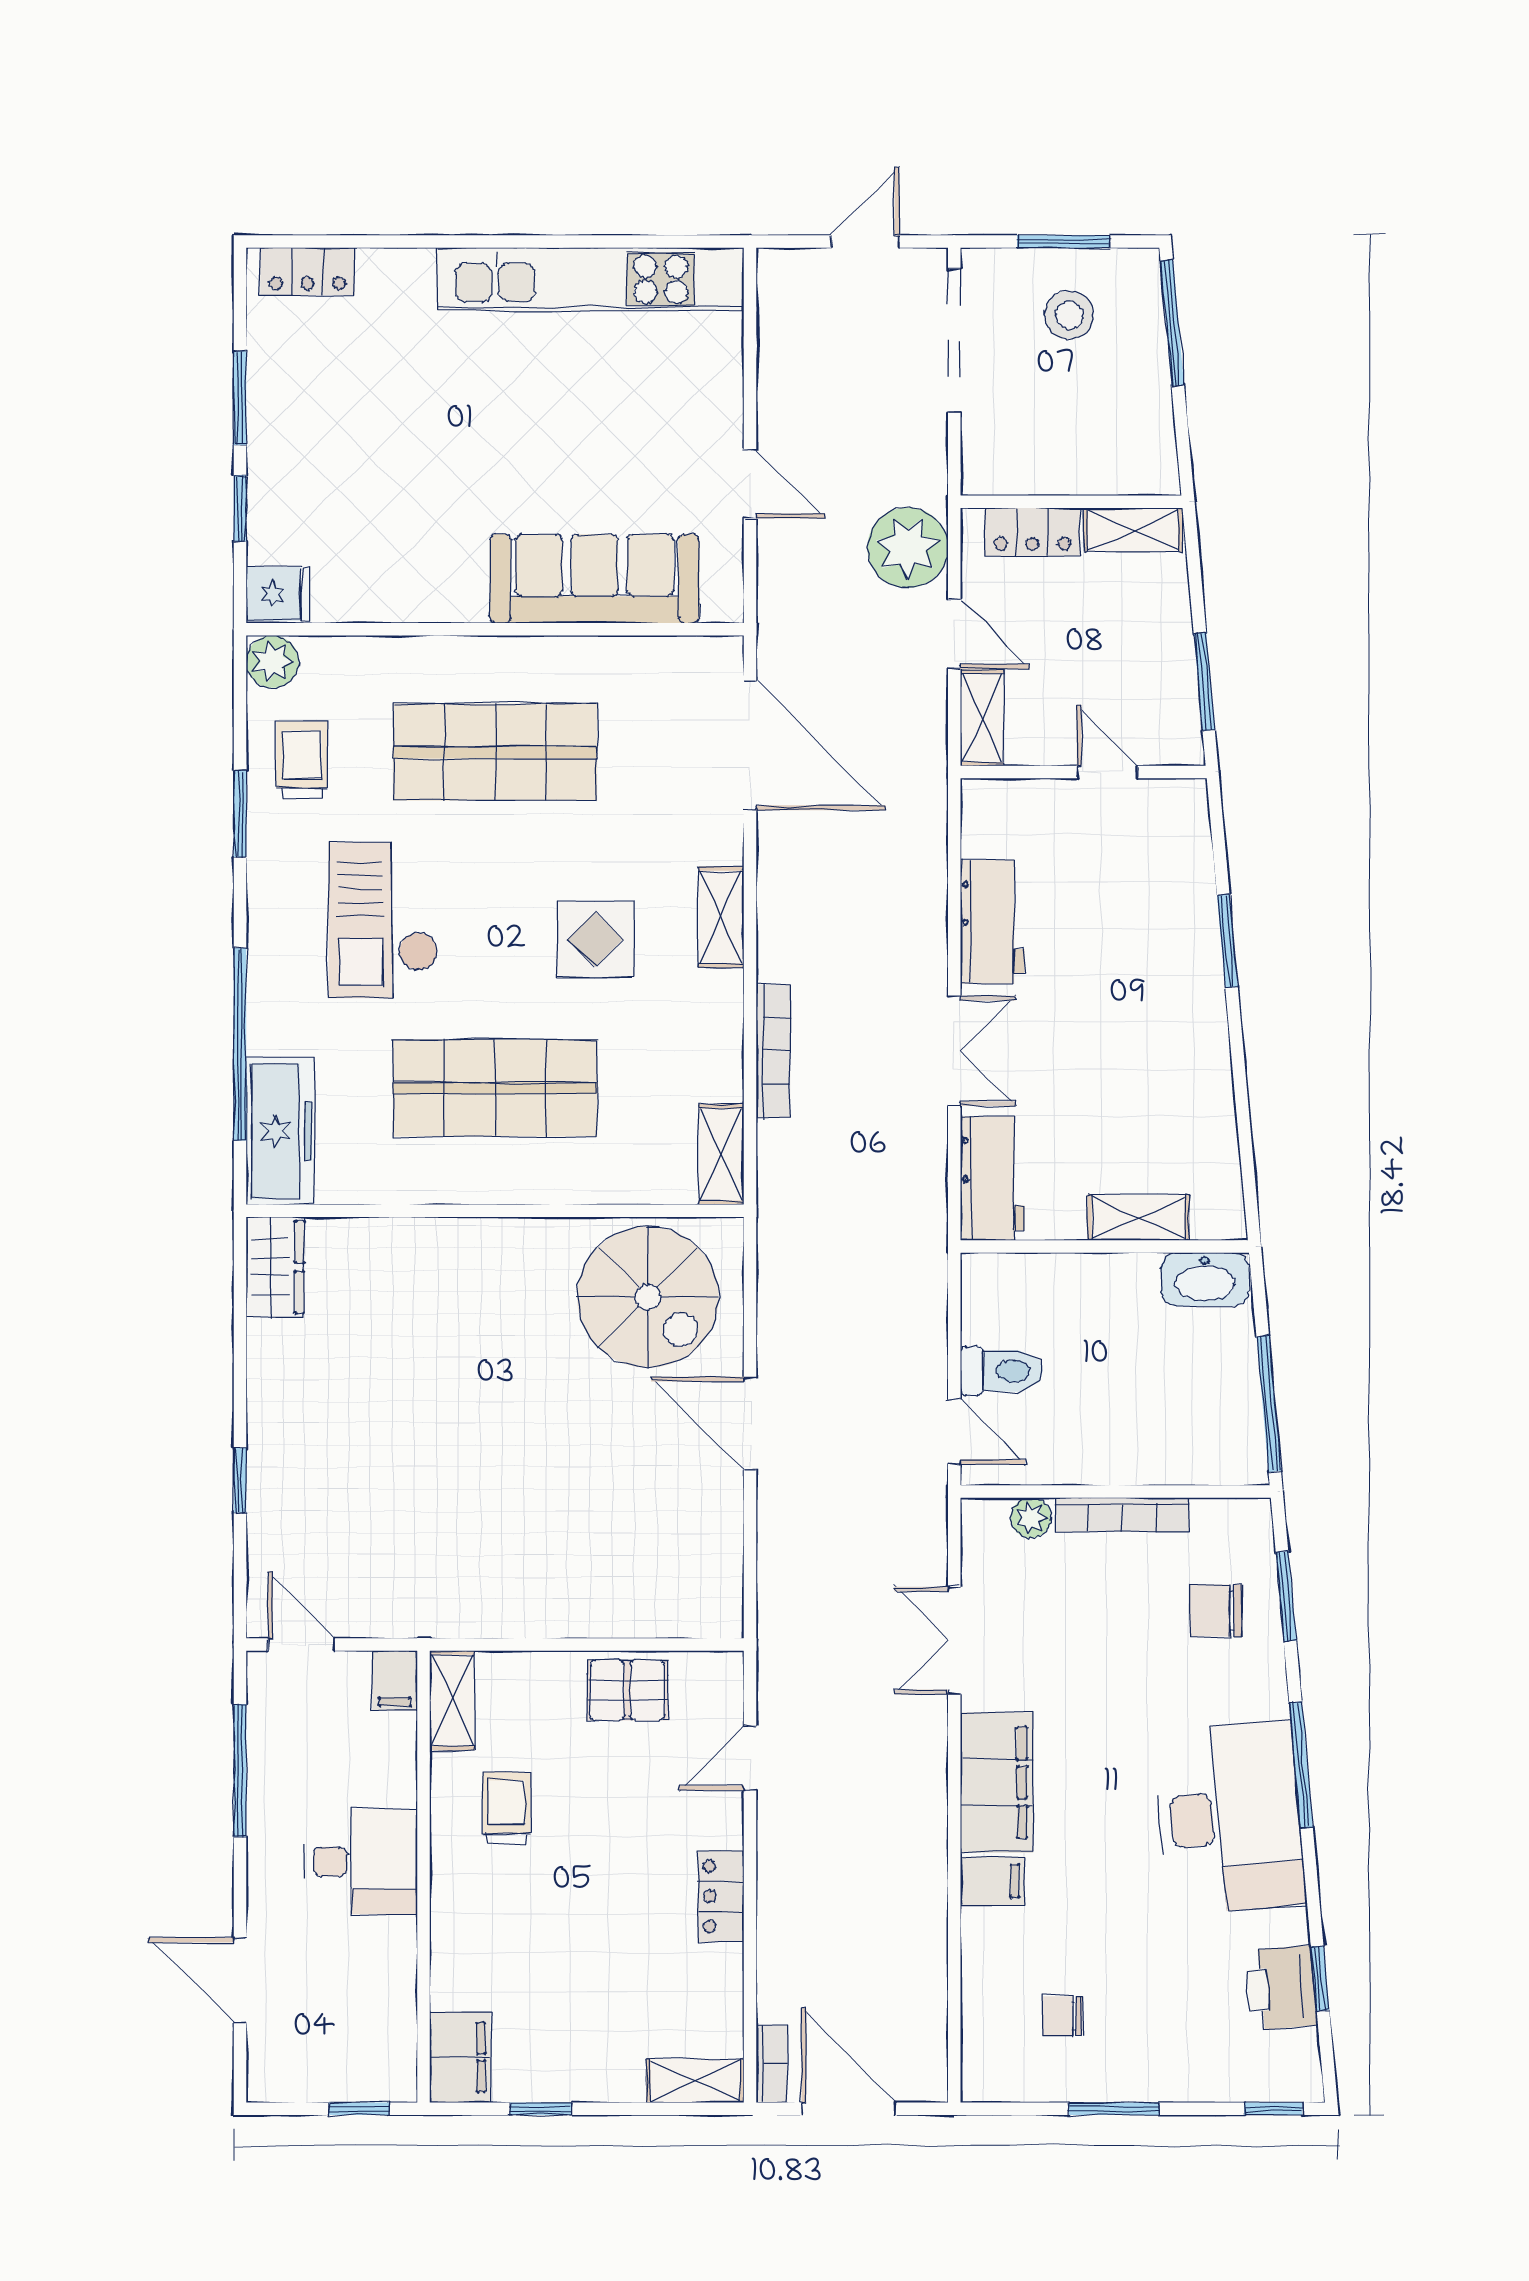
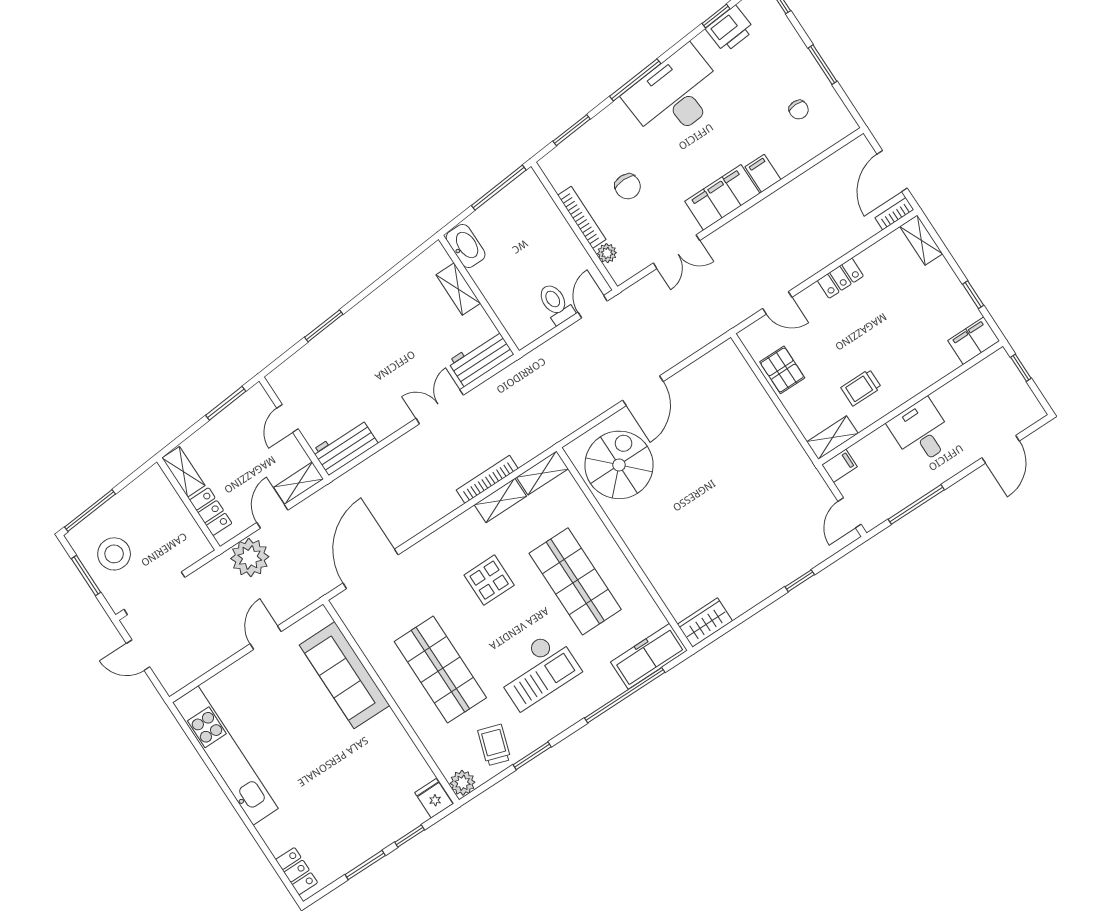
stool: (1069, 315) -> (114, 554), width x1.38, depth x1.38
trolley: (302, 760) -> (494, 745), turned 108
shelving: (721, 917) -> (500, 501), moved
workbench: (992, 922) -> (345, 447), moved
chair: (1216, 1611) -> (628, 186), moved

